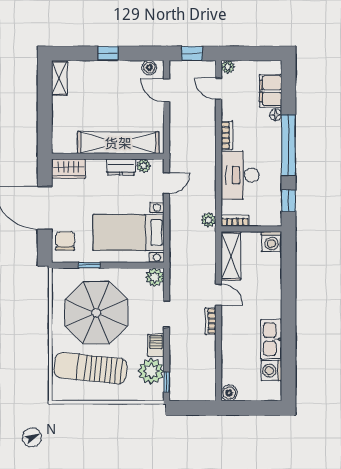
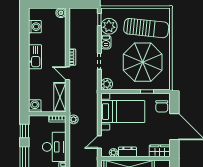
kitchen sink: (271, 339) -> (35, 57), moved

